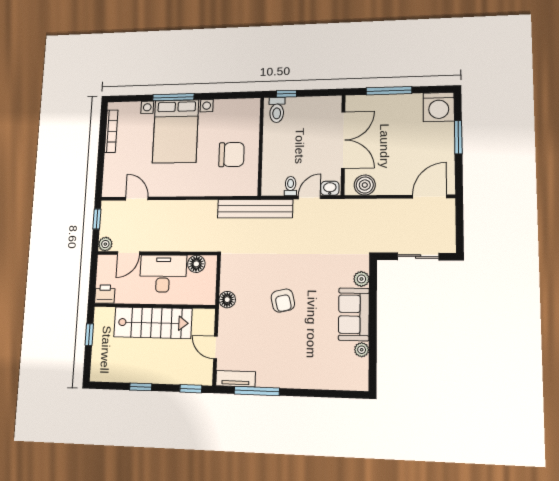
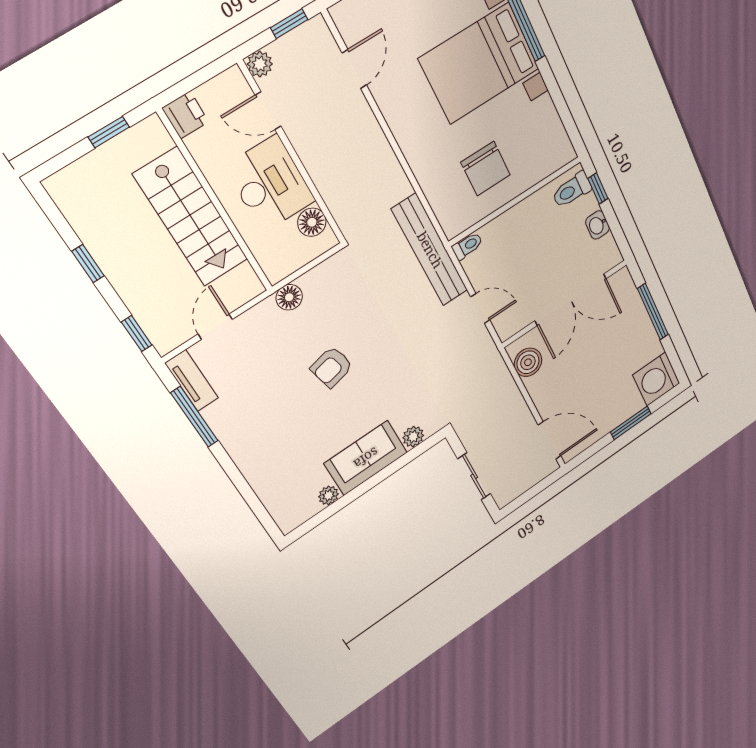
toilet: (291, 186) -> (467, 246), moved
washbasin: (330, 188) -> (598, 225), moved, turned 180

